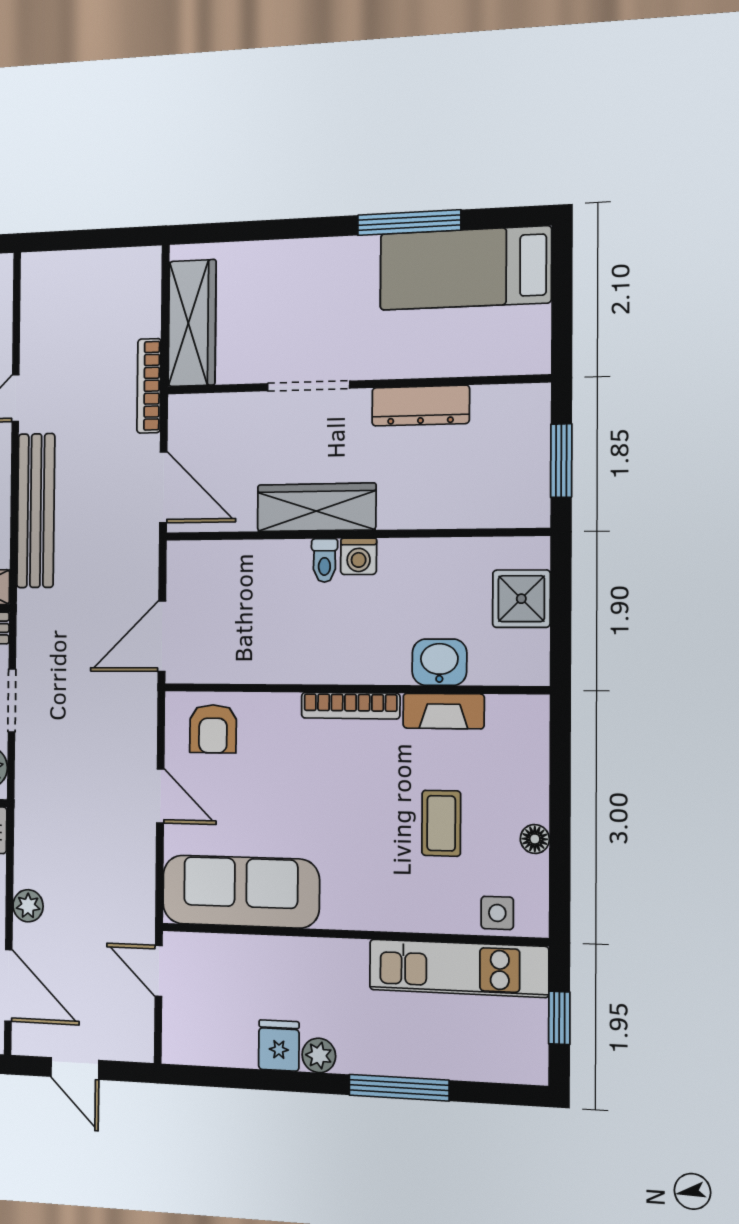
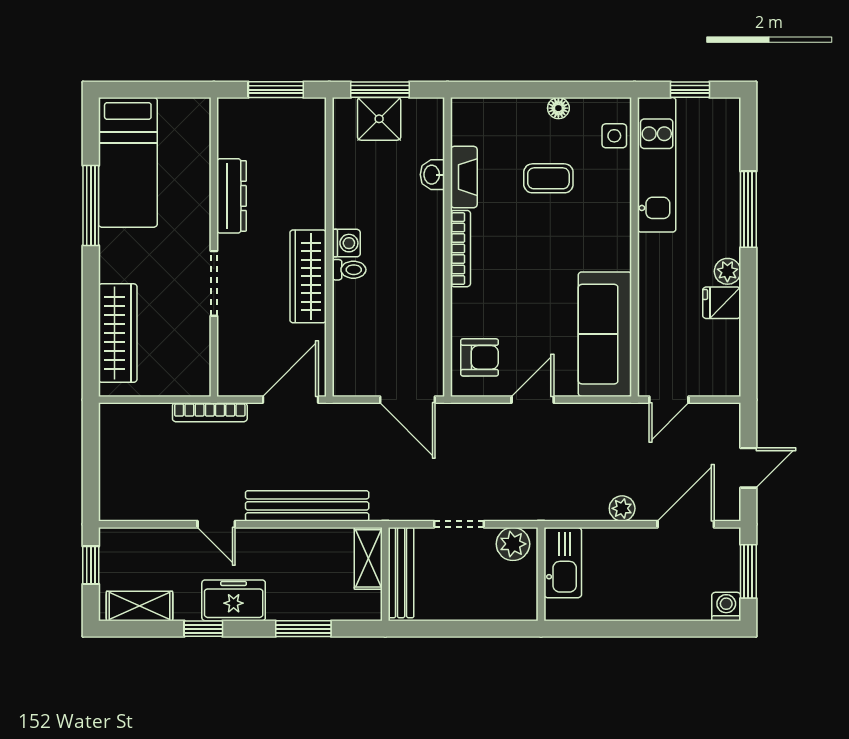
wardrobe: (192, 323) -> (118, 333), moved, turned 90
window: (561, 600) -> (380, 90), added
washbasin: (439, 662) -> (432, 175), width x0.72, depth x0.69

